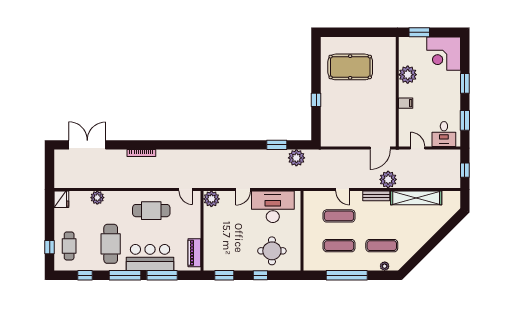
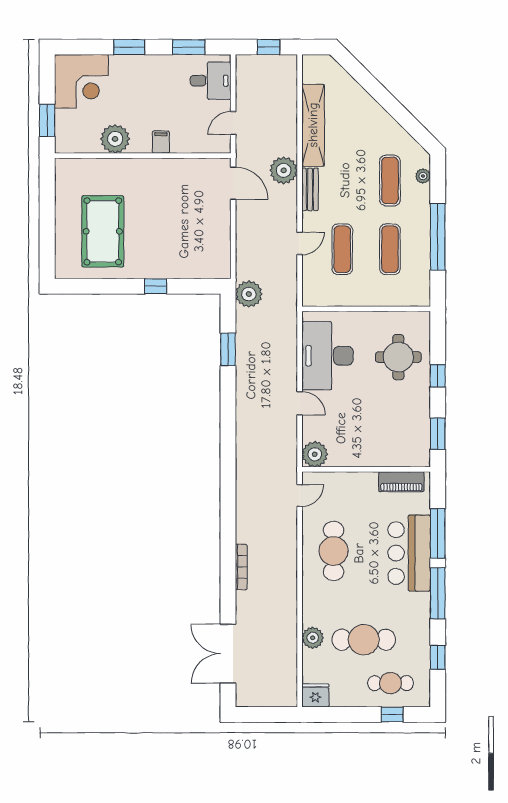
plant: (296, 158) -> (249, 294), moved
cafe table: (111, 244) -> (364, 640), moved

